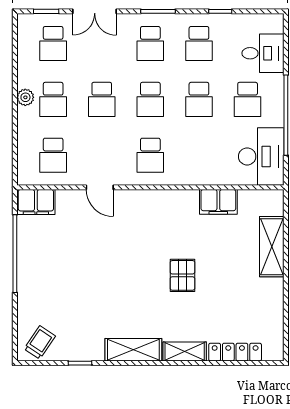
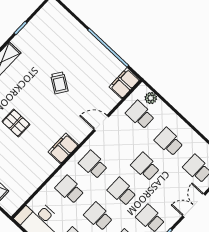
plant: (25, 97) -> (151, 98), moved
school desk: (199, 155) -> (70, 190), added
filing cabinet: (218, 202) -> (63, 148), moved
trolley: (40, 342) -> (59, 83), moved

